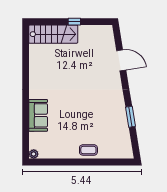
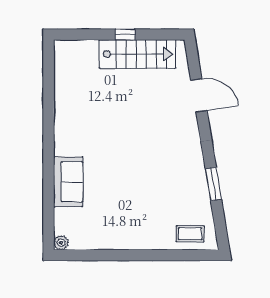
stairs: (53, 34) -> (138, 54), moved
coffee table: (88, 150) -> (190, 234), moved

